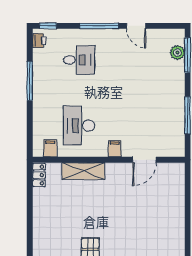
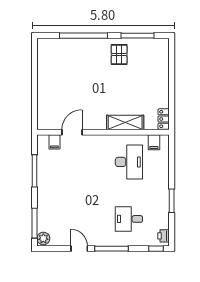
plant: (177, 53) -> (43, 238), moved
window: (30, 81) -> (172, 201), width x0.69
filing cabinet: (115, 149) -> (54, 142), moved

